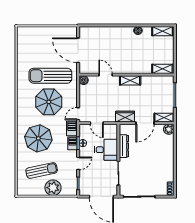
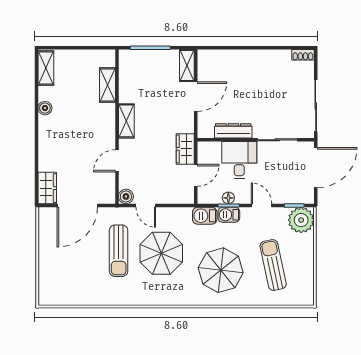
wardrobe: (89, 32) -> (47, 188), added
shelving: (162, 69) -> (108, 85), moved
sun lounger: (50, 76) -> (119, 251), width x0.73, depth x0.75
door: (78, 114) -> (146, 205), moved
wardrobe: (125, 117) -> (185, 149), moved
door: (145, 123) -> (196, 97), hinge flipped
plant: (169, 129) -> (206, 58), removed
plant: (53, 188) -> (301, 220), moved

